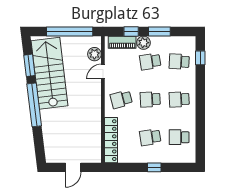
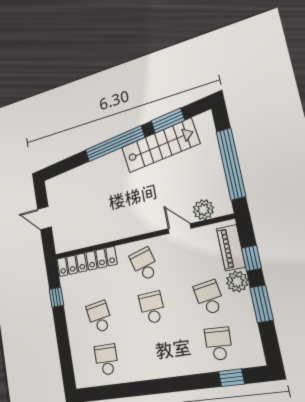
stairs: (50, 73) -> (160, 146), width x0.73, depth x0.66
school desk: (179, 99) -> (160, 352), removed
window: (154, 167) -> (56, 297), moved

